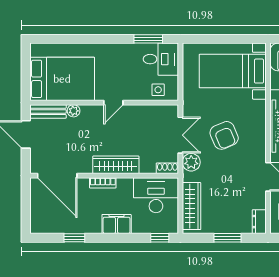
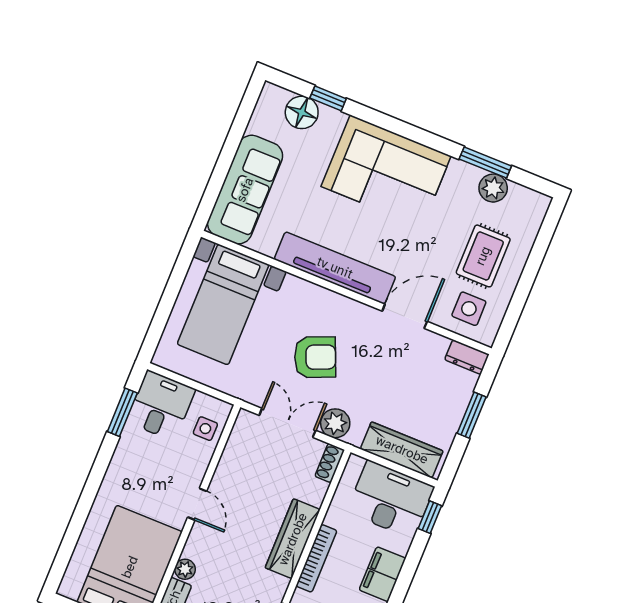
bookcase: (103, 183) -> (316, 558), width x1.56
desk: (156, 195) -> (391, 499), moved, turned 90

